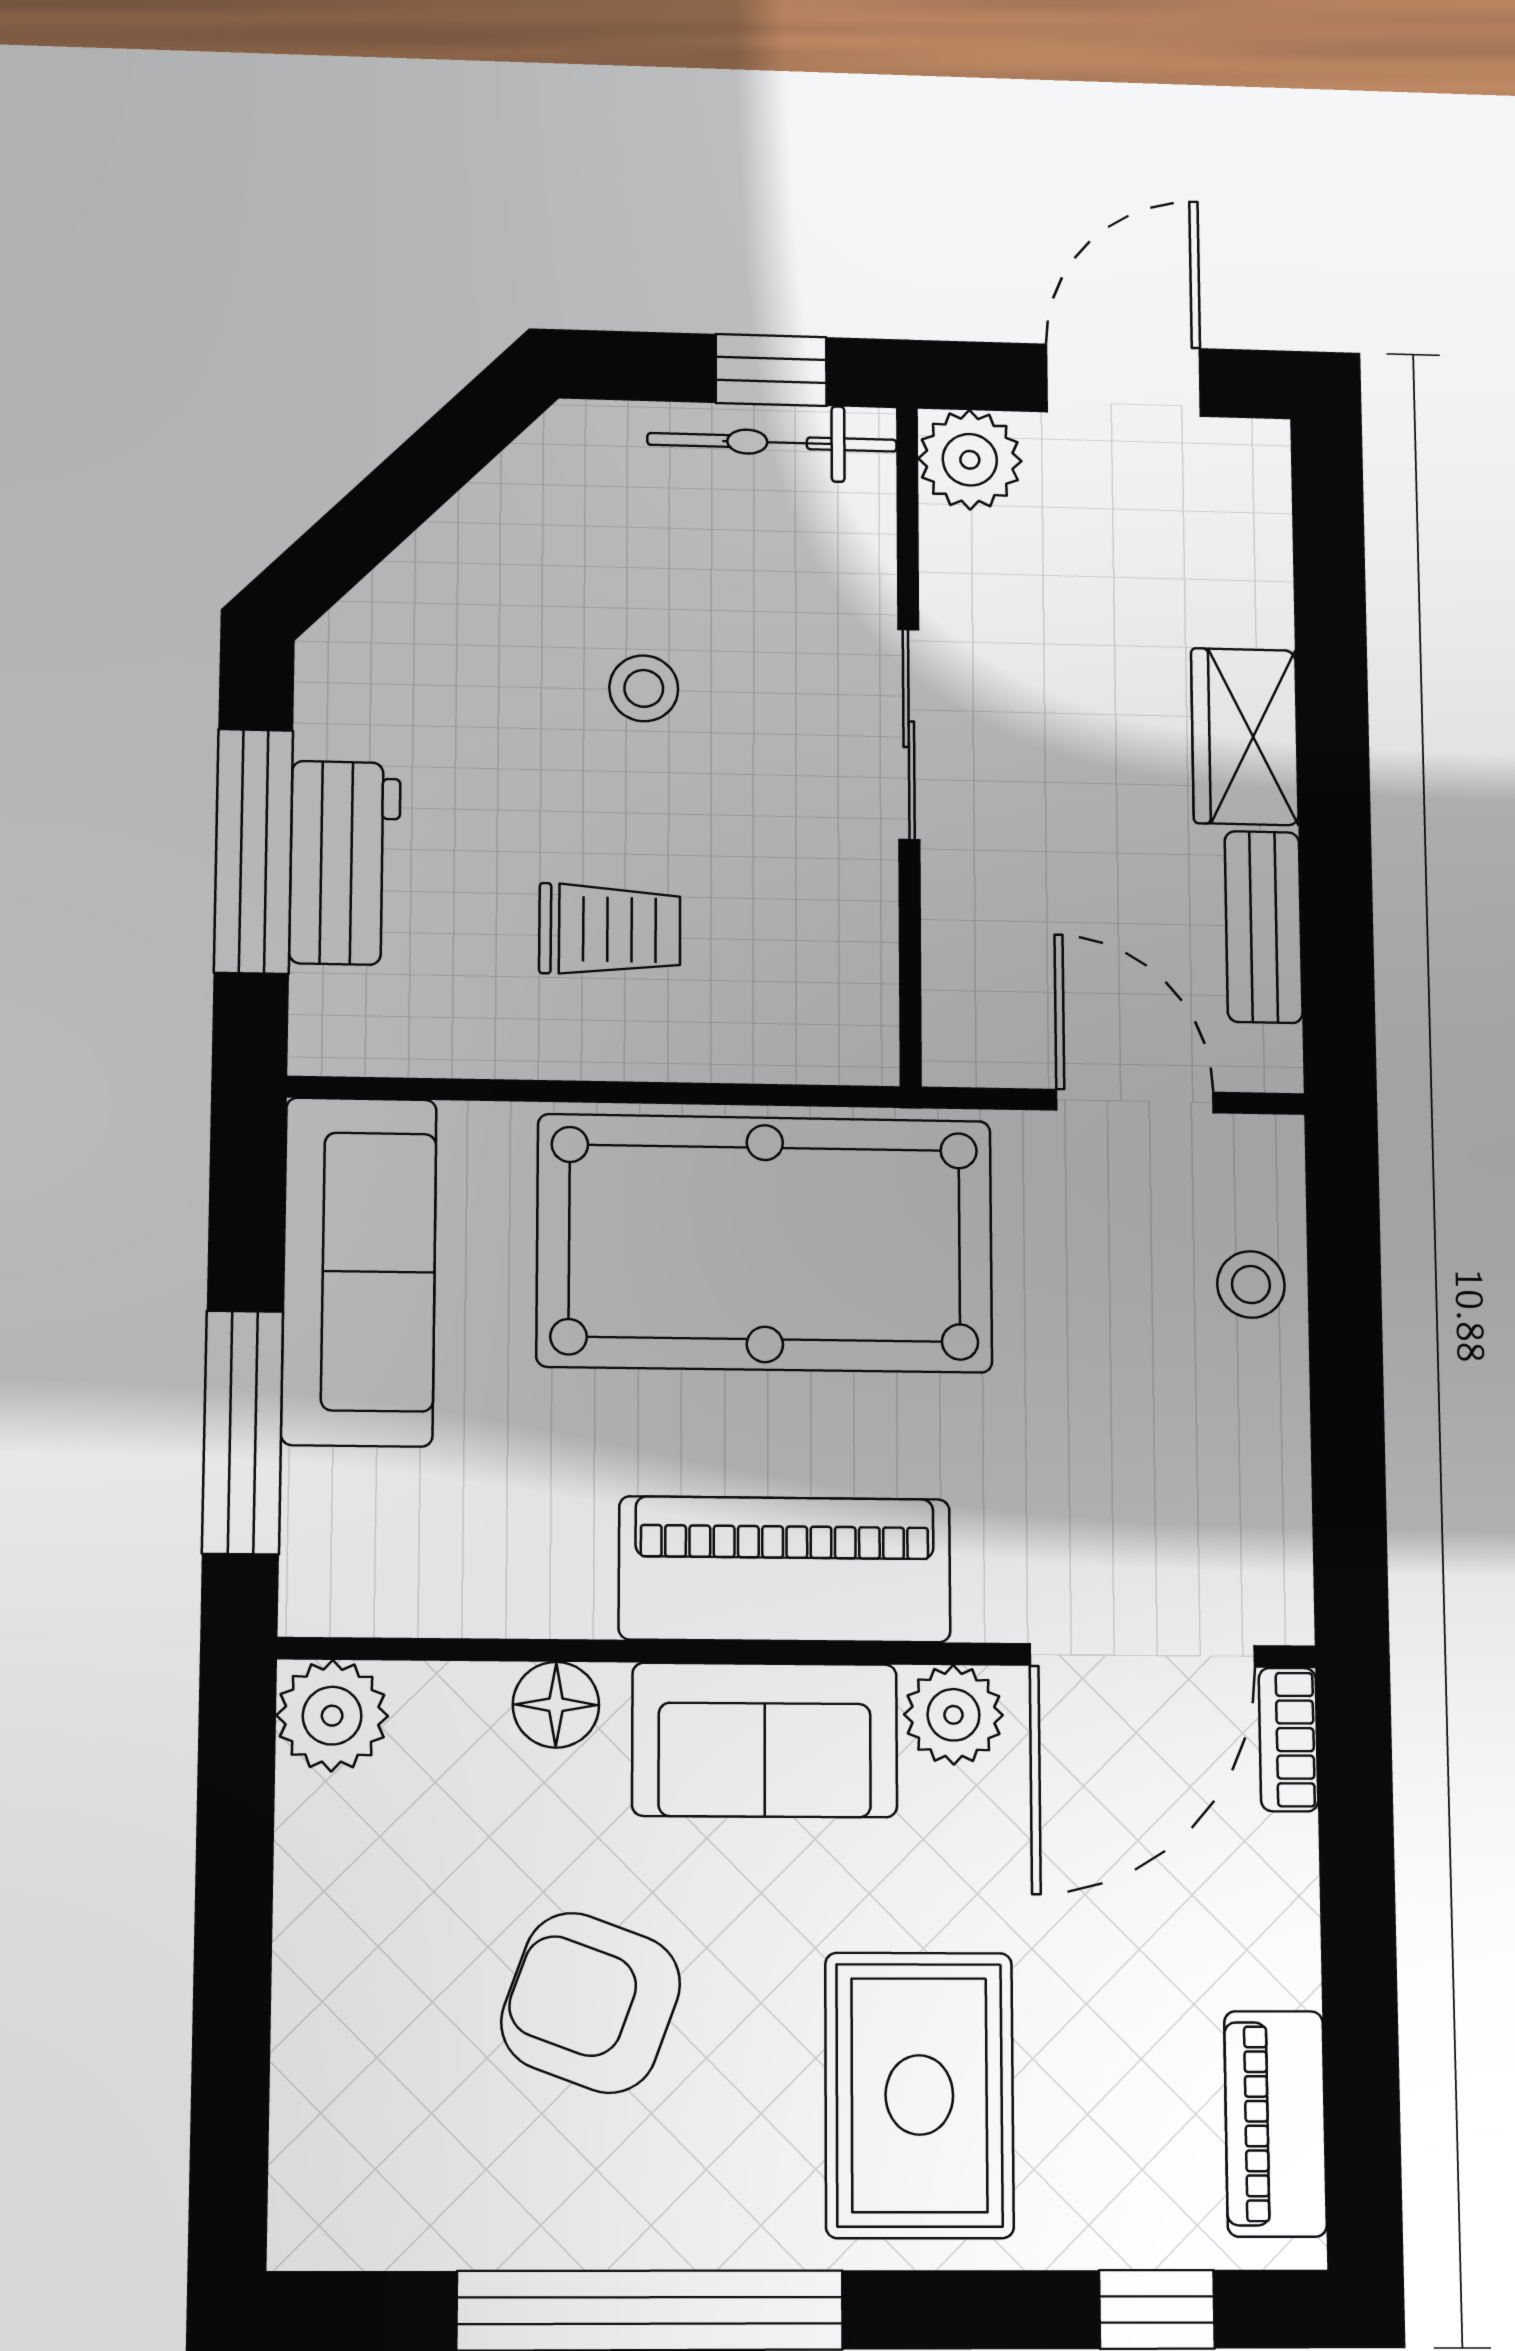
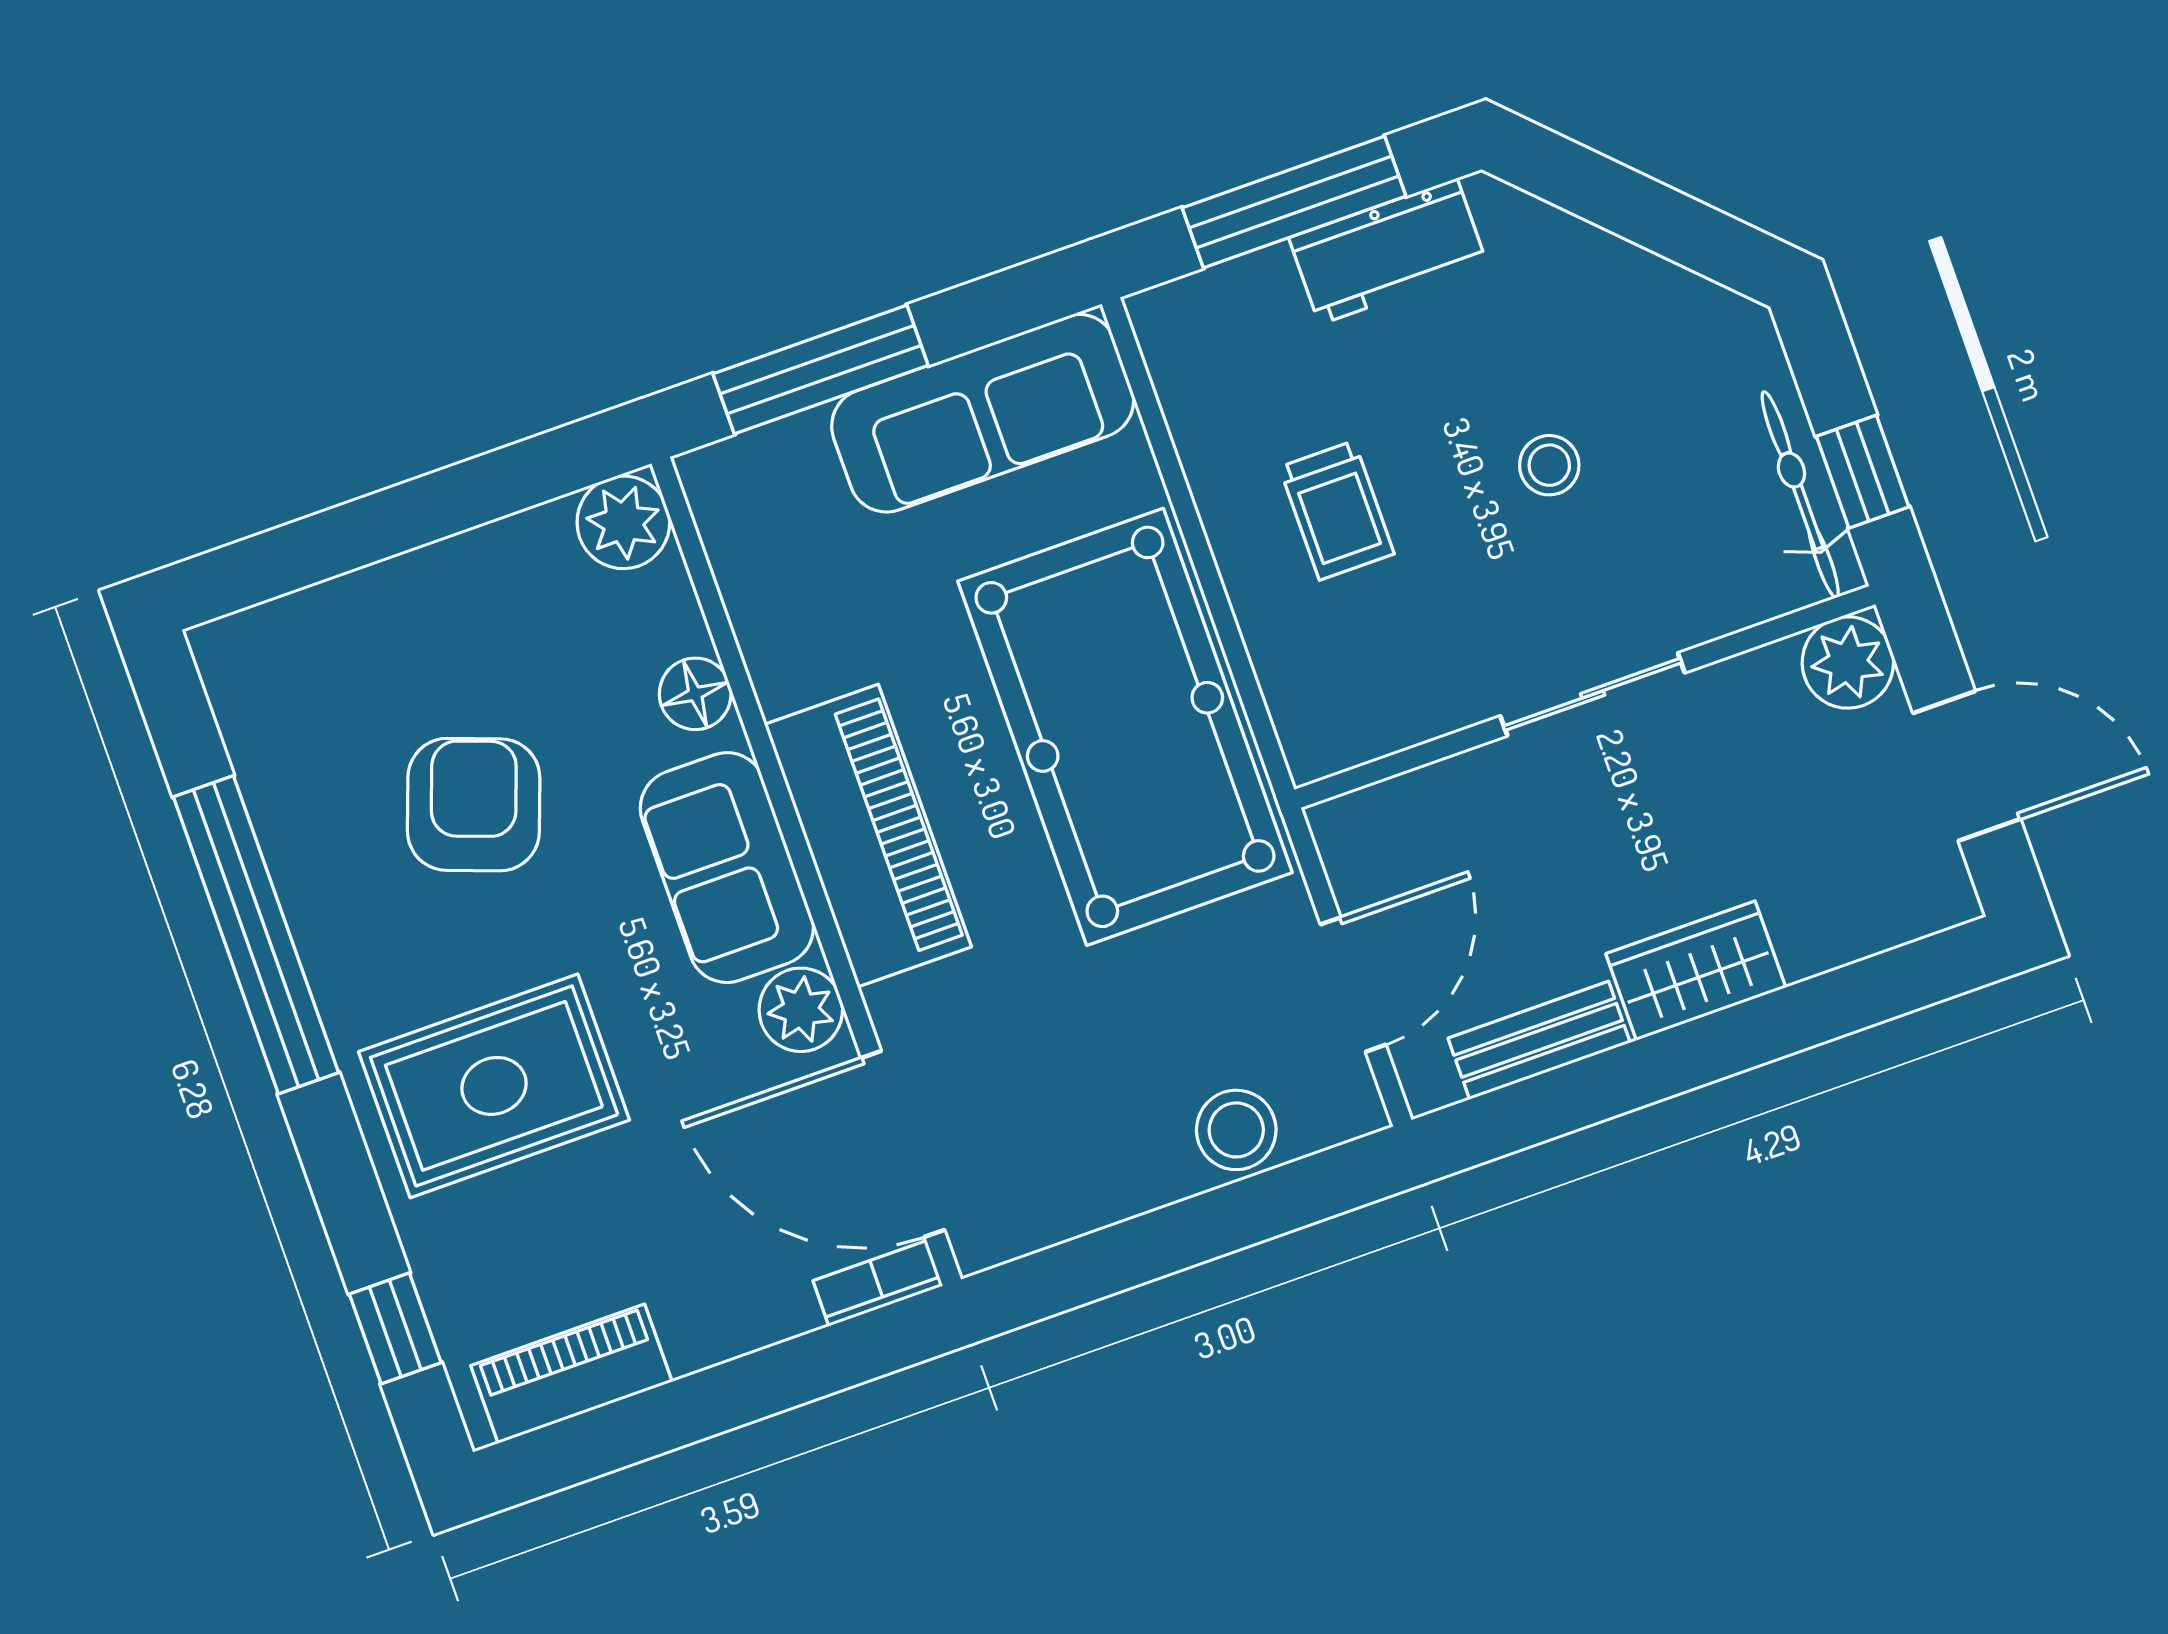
workbench: (345, 863) -> (1388, 251), moved
stool: (1251, 1285) -> (1236, 1130), width x1.37, depth x1.37

